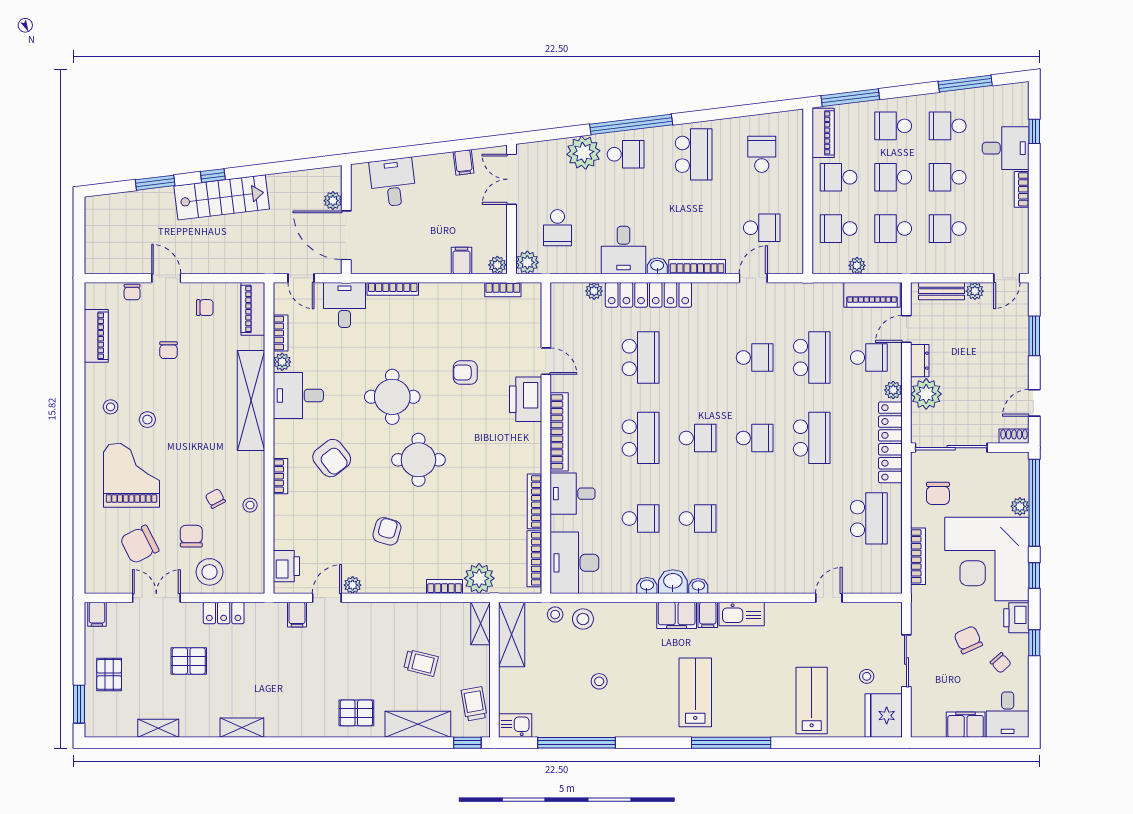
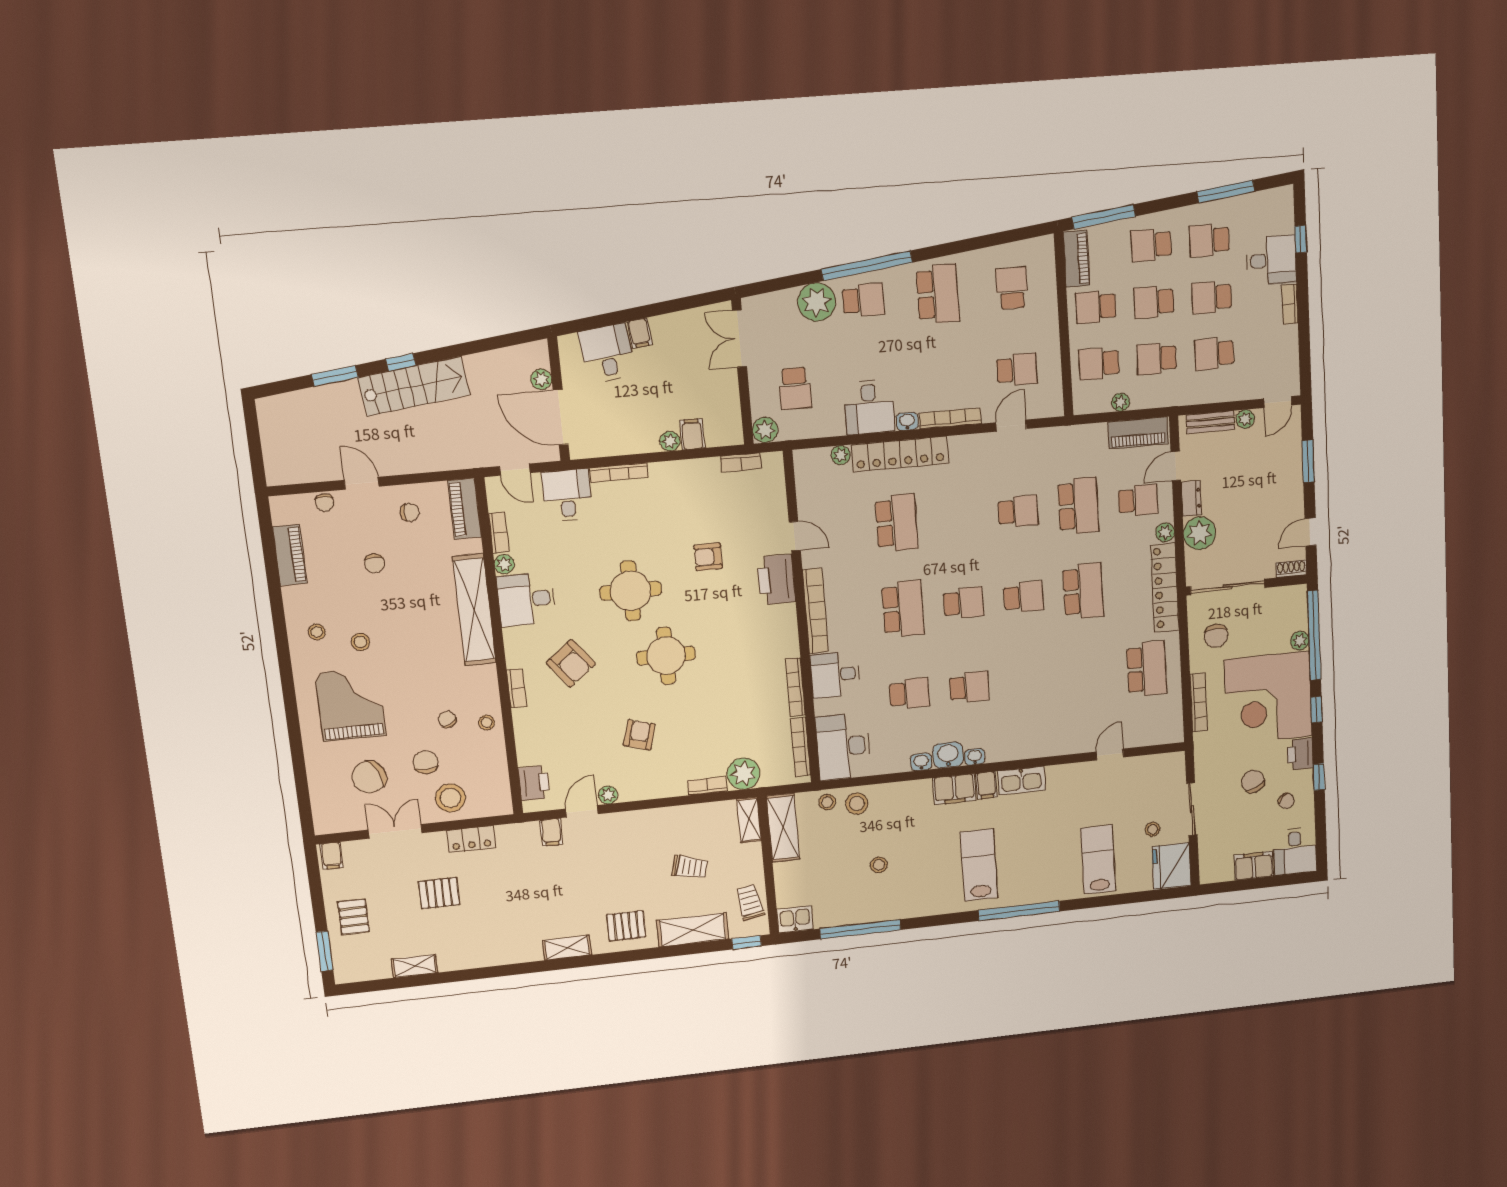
filing cabinet: (464, 162) -> (640, 333), moved
plant: (497, 265) -> (670, 441), moved
shelving: (242, 728) -> (567, 948), moved

